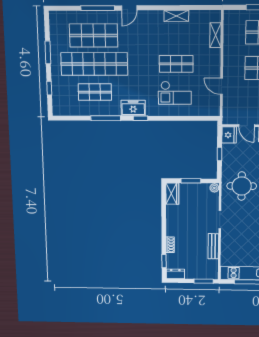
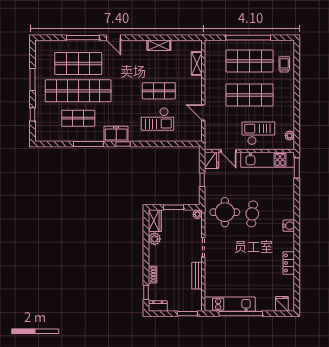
door: (129, 8) -> (114, 38), hinge flipped
plant: (172, 211) -> (155, 239), added

